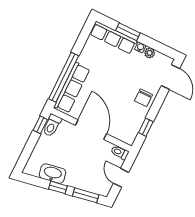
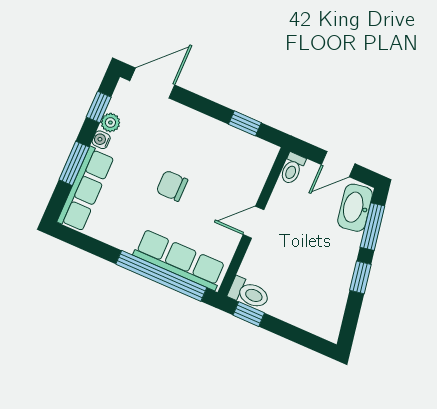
window: (158, 47) -> (99, 107), added
chair: (143, 98) -> (172, 186), moved, turned 180
door: (91, 130) -> (253, 222), width x0.53
washbasin: (53, 174) -> (355, 208), moved

